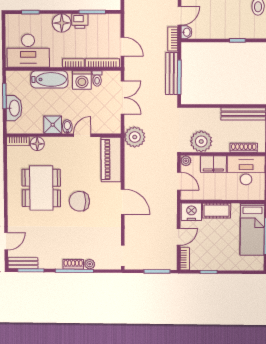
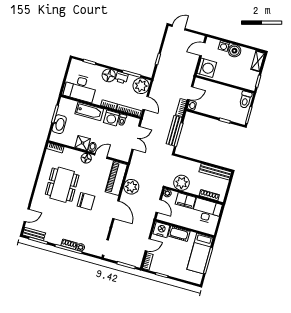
plant: (110, 25) -> (141, 86), added
plant: (135, 137) -> (131, 187), moved
floor lamp: (37, 144) -> (86, 158), moved
chair: (79, 201) -> (86, 201), turned 180

